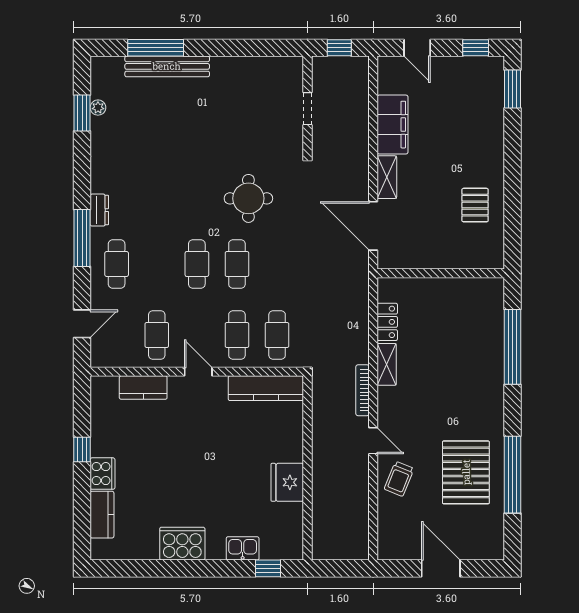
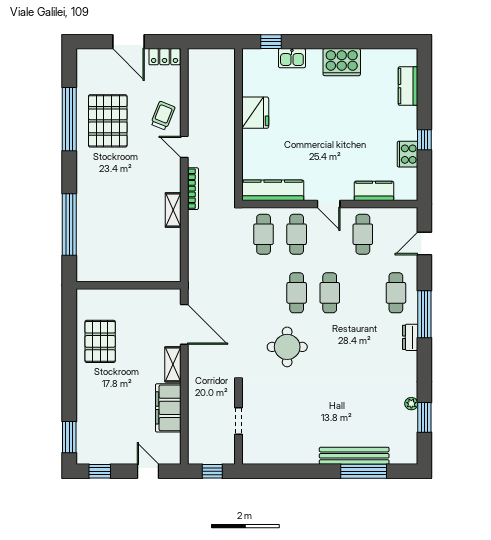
plant: (98, 108) -> (411, 404), moved
pallet: (475, 205) -> (100, 341), width x1.50, depth x1.42
locker: (387, 322) -> (165, 57), moved, turned -90
cooker: (103, 474) -> (408, 154), moved

